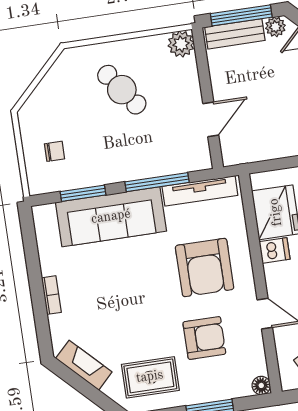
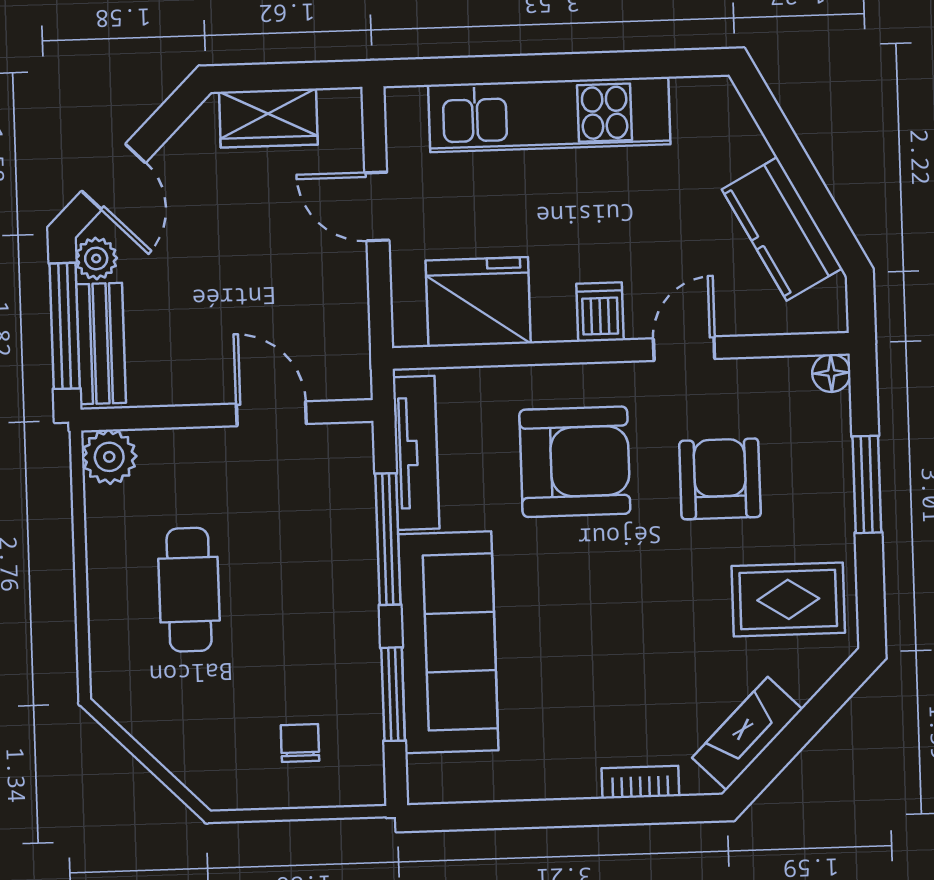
cafe table: (122, 90) -> (189, 590), turned -54
dishwasher: (275, 250) -> (600, 312), moved
bookcase: (51, 295) -> (640, 782), moved
rug: (150, 377) -> (788, 599), turned 90

